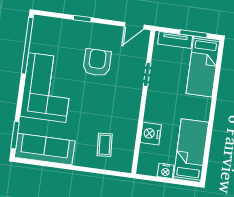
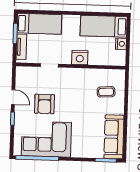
door: (134, 26) -> (13, 97), moved
armchair: (97, 63) -> (45, 104), turned -90
corner sofa: (47, 88) -> (46, 139), moved
nightstand: (151, 134) -> (80, 57), moved

